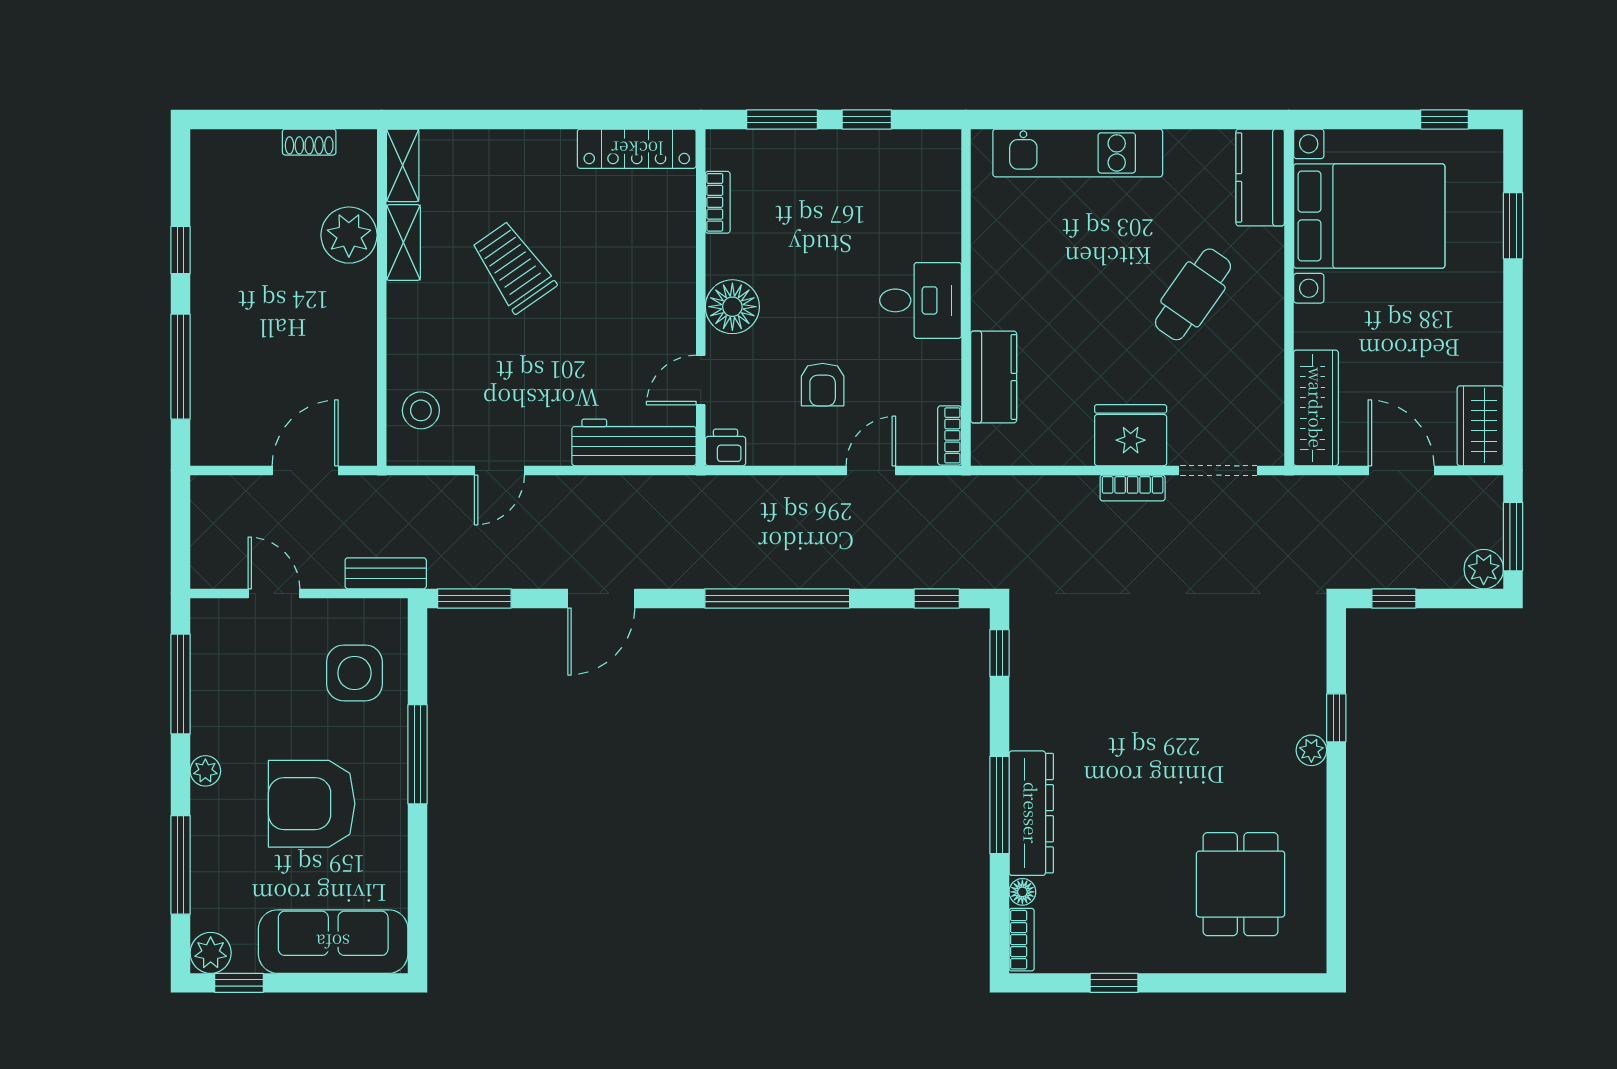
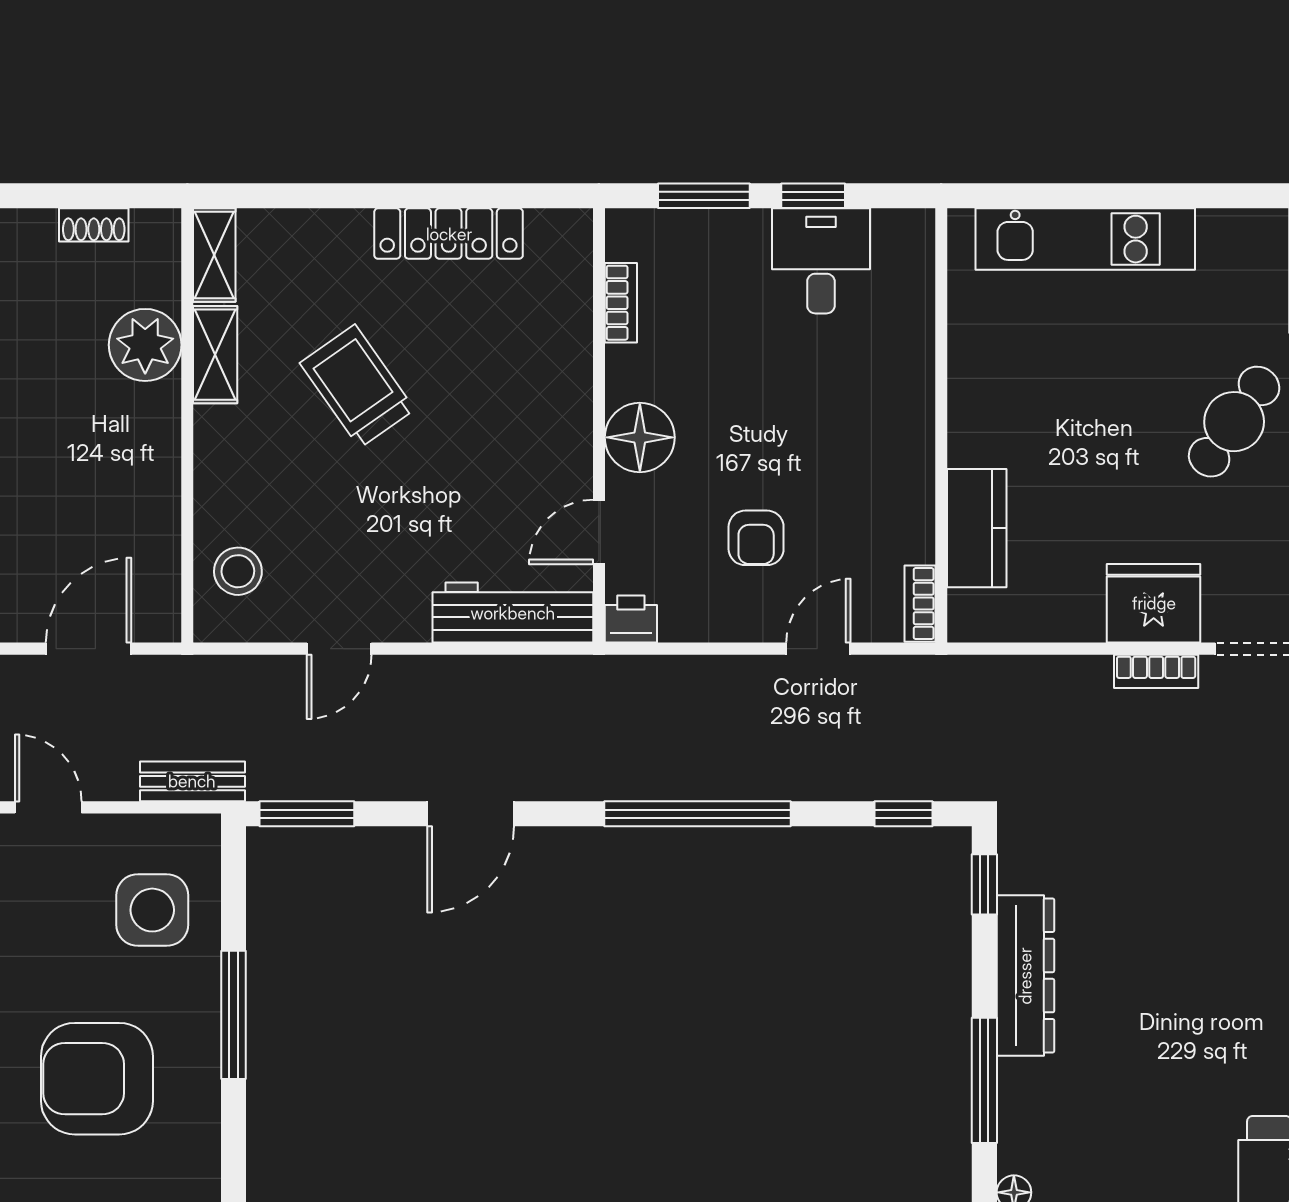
locker: (637, 149) -> (449, 234), moved
desk: (921, 300) -> (821, 261), moved, turned -90
dresser: (1031, 813) -> (1025, 976), moved

